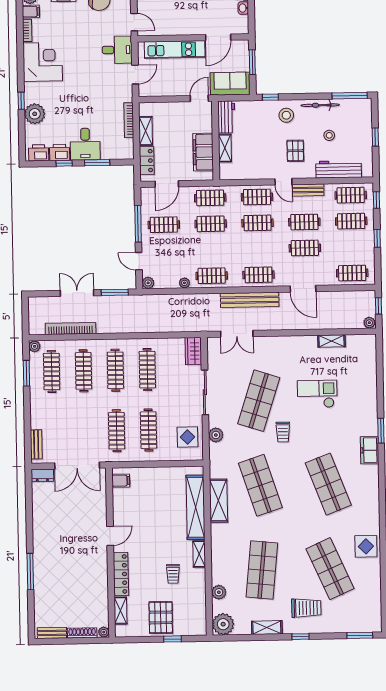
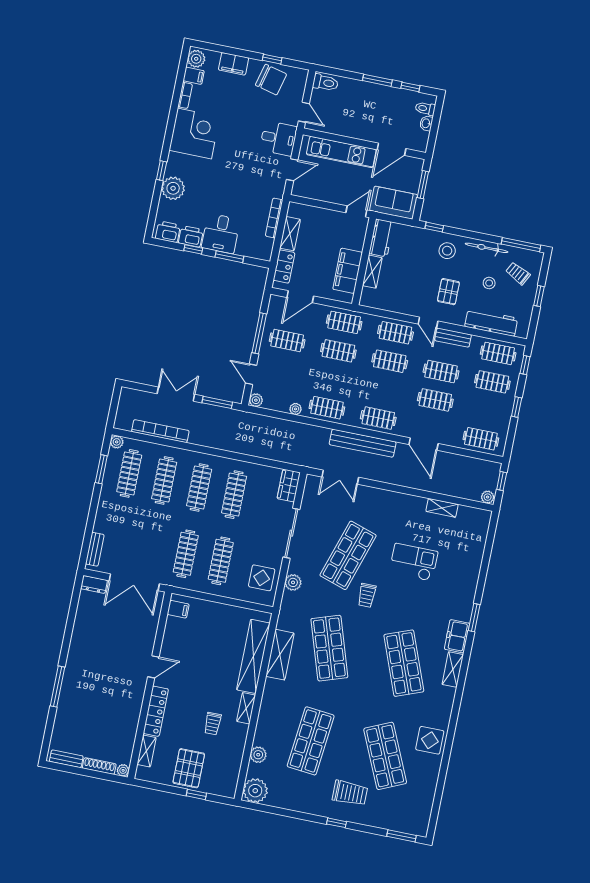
trolley: (352, 121) -> (518, 273), added
shelving: (267, 628) -> (453, 670), moved, turned 90

